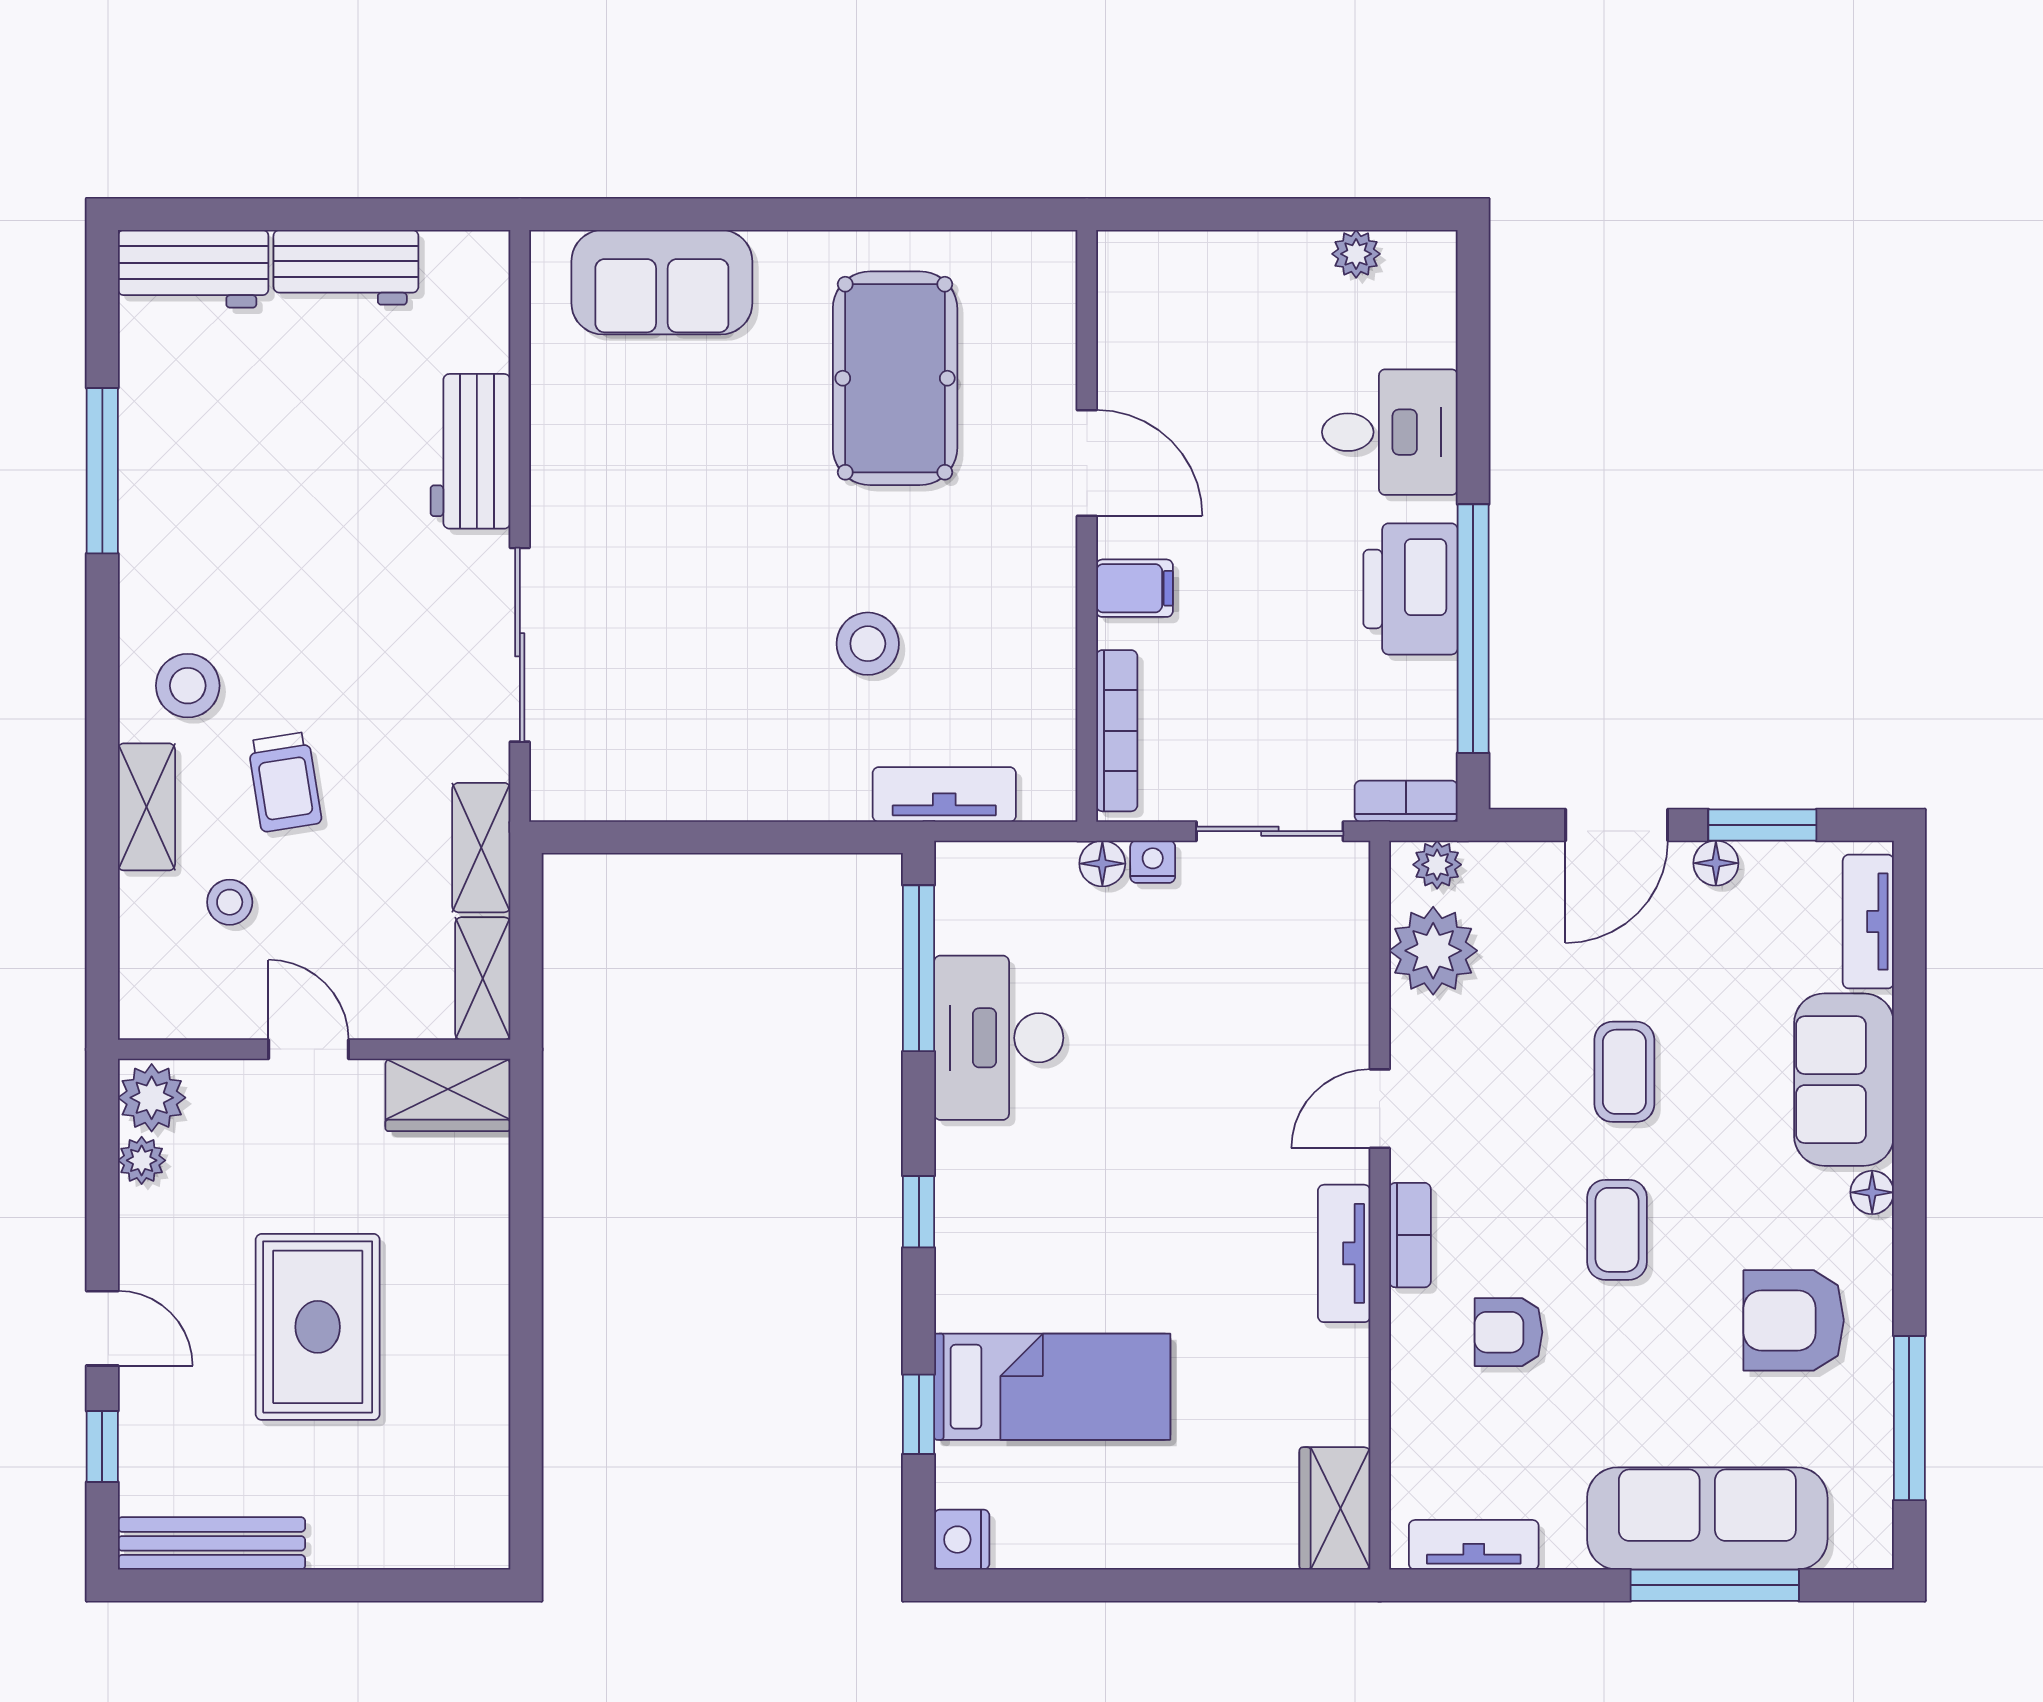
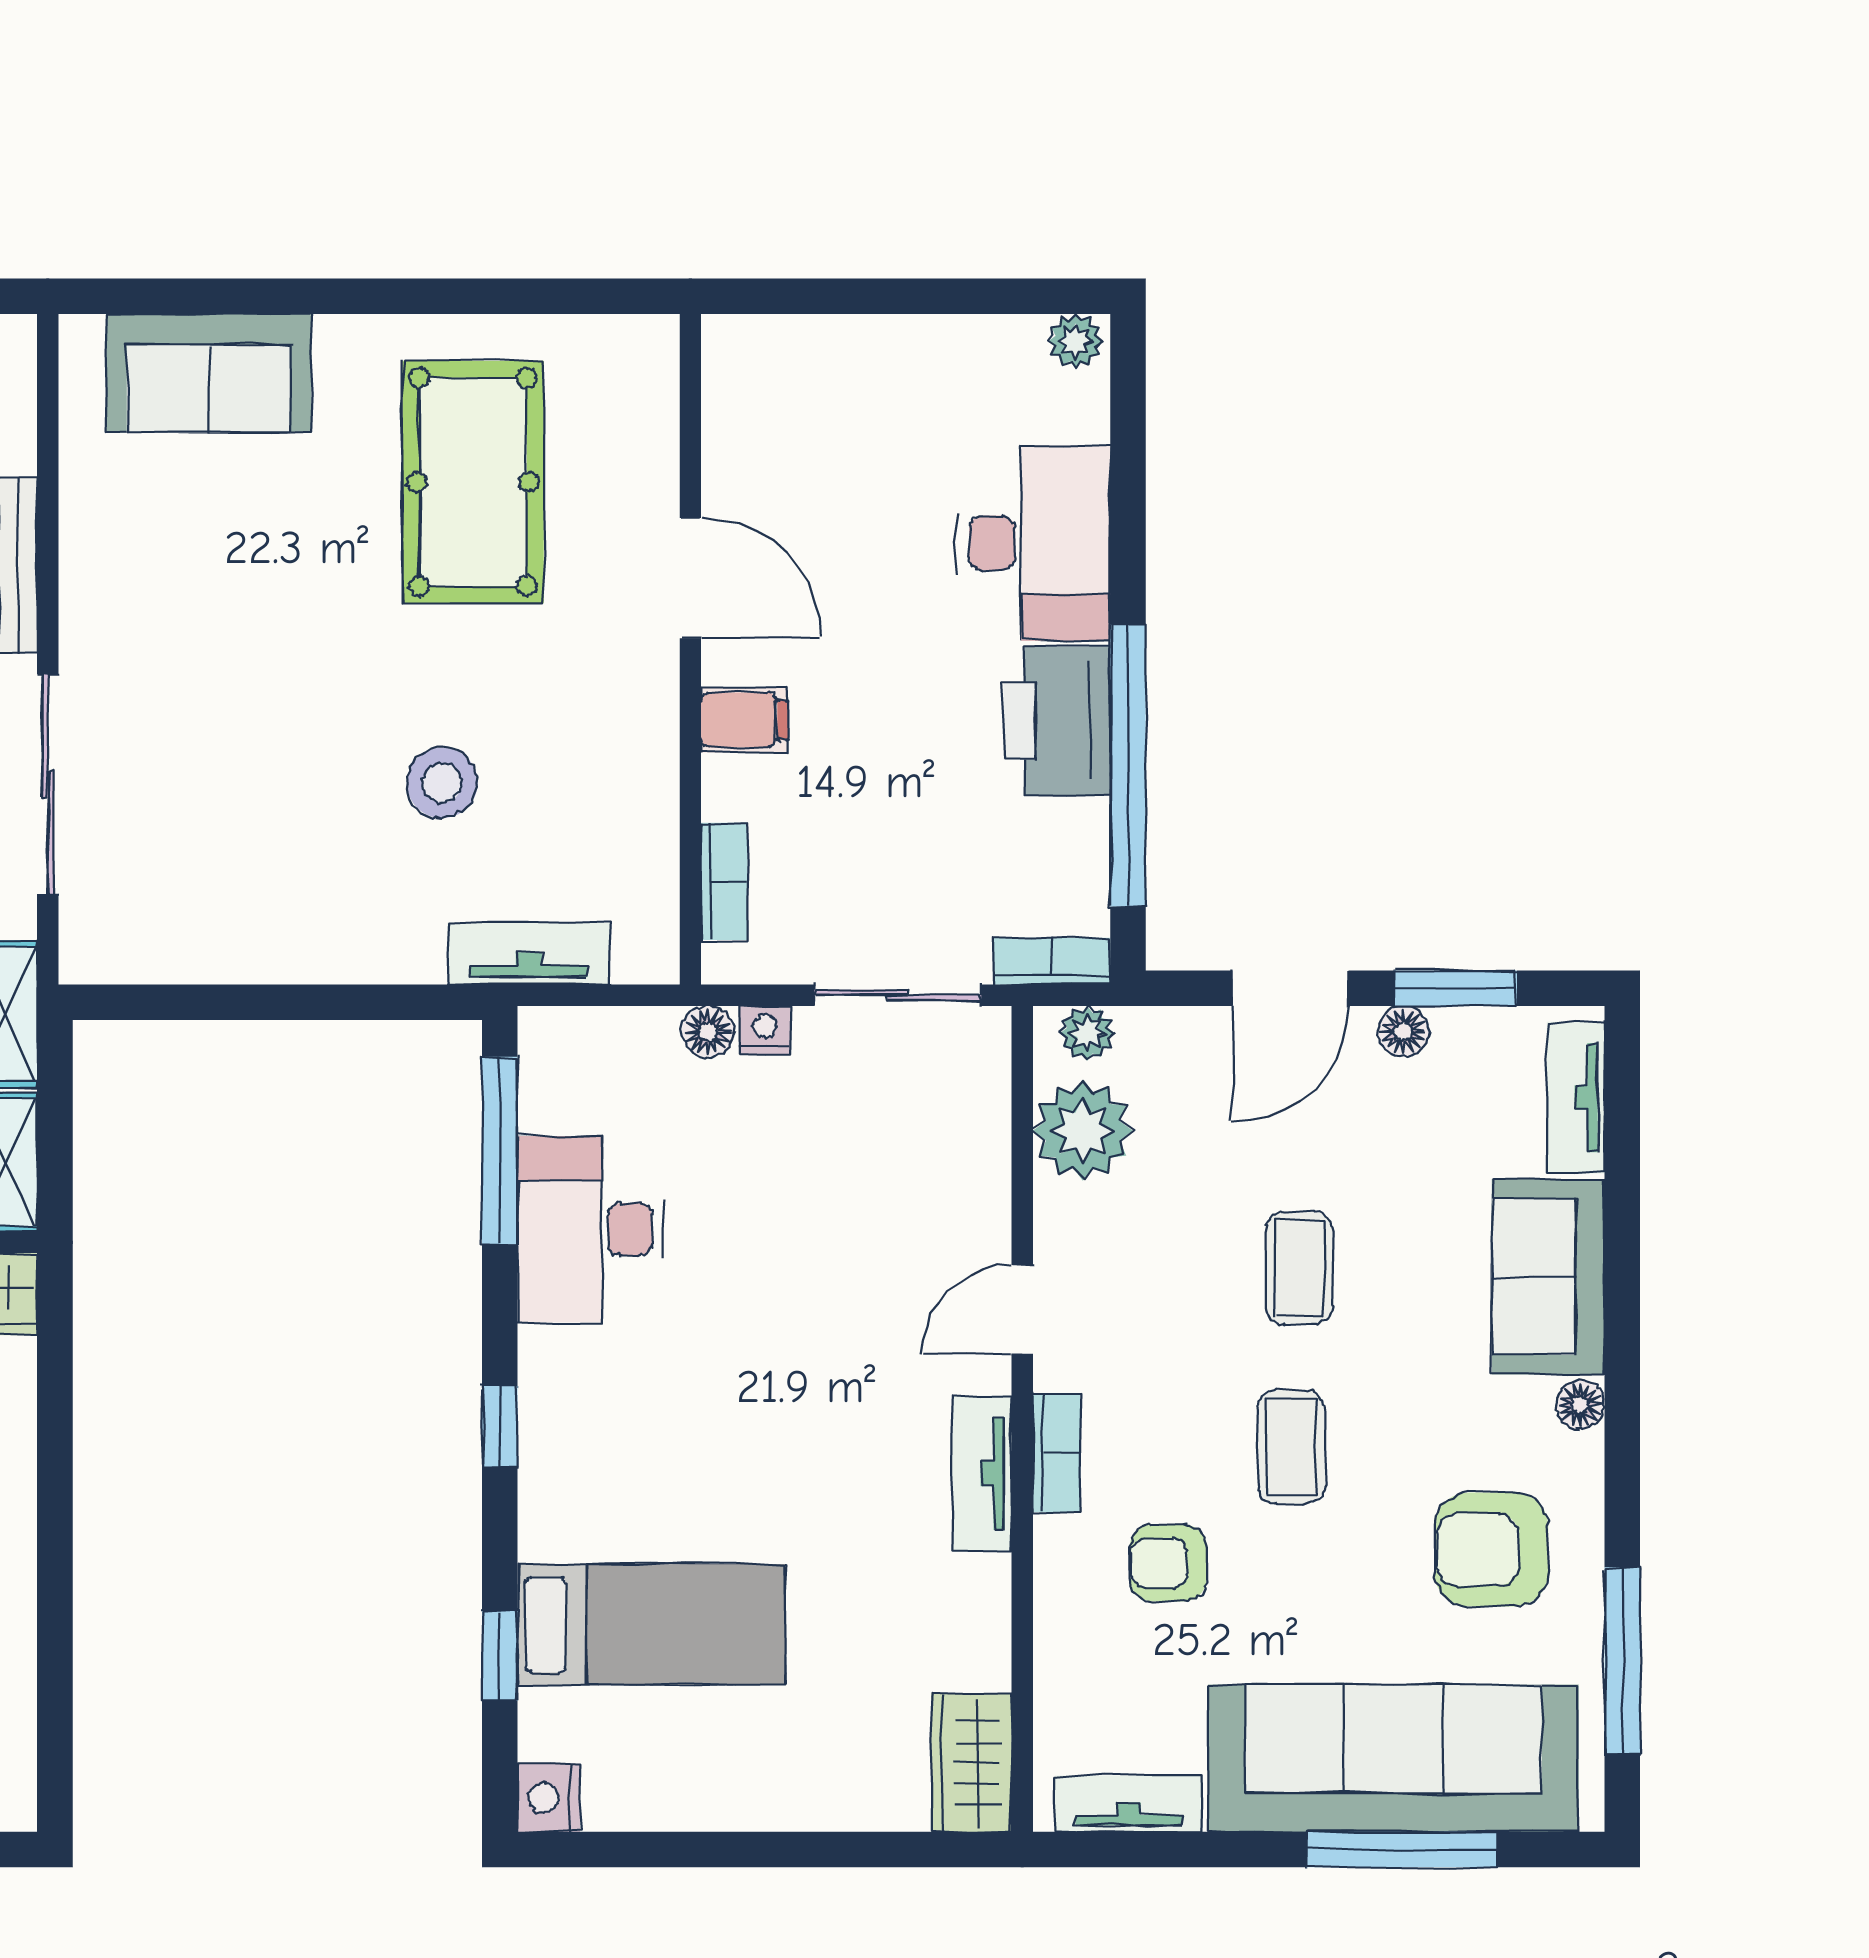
plant: (1356, 254) -> (1076, 341), moved
desk: (1390, 432) -> (1034, 543), width x1.37
bookcase: (1117, 731) -> (724, 881), width x0.64
sofa: (1707, 1518) -> (1393, 1758), width x1.36, depth x1.27

